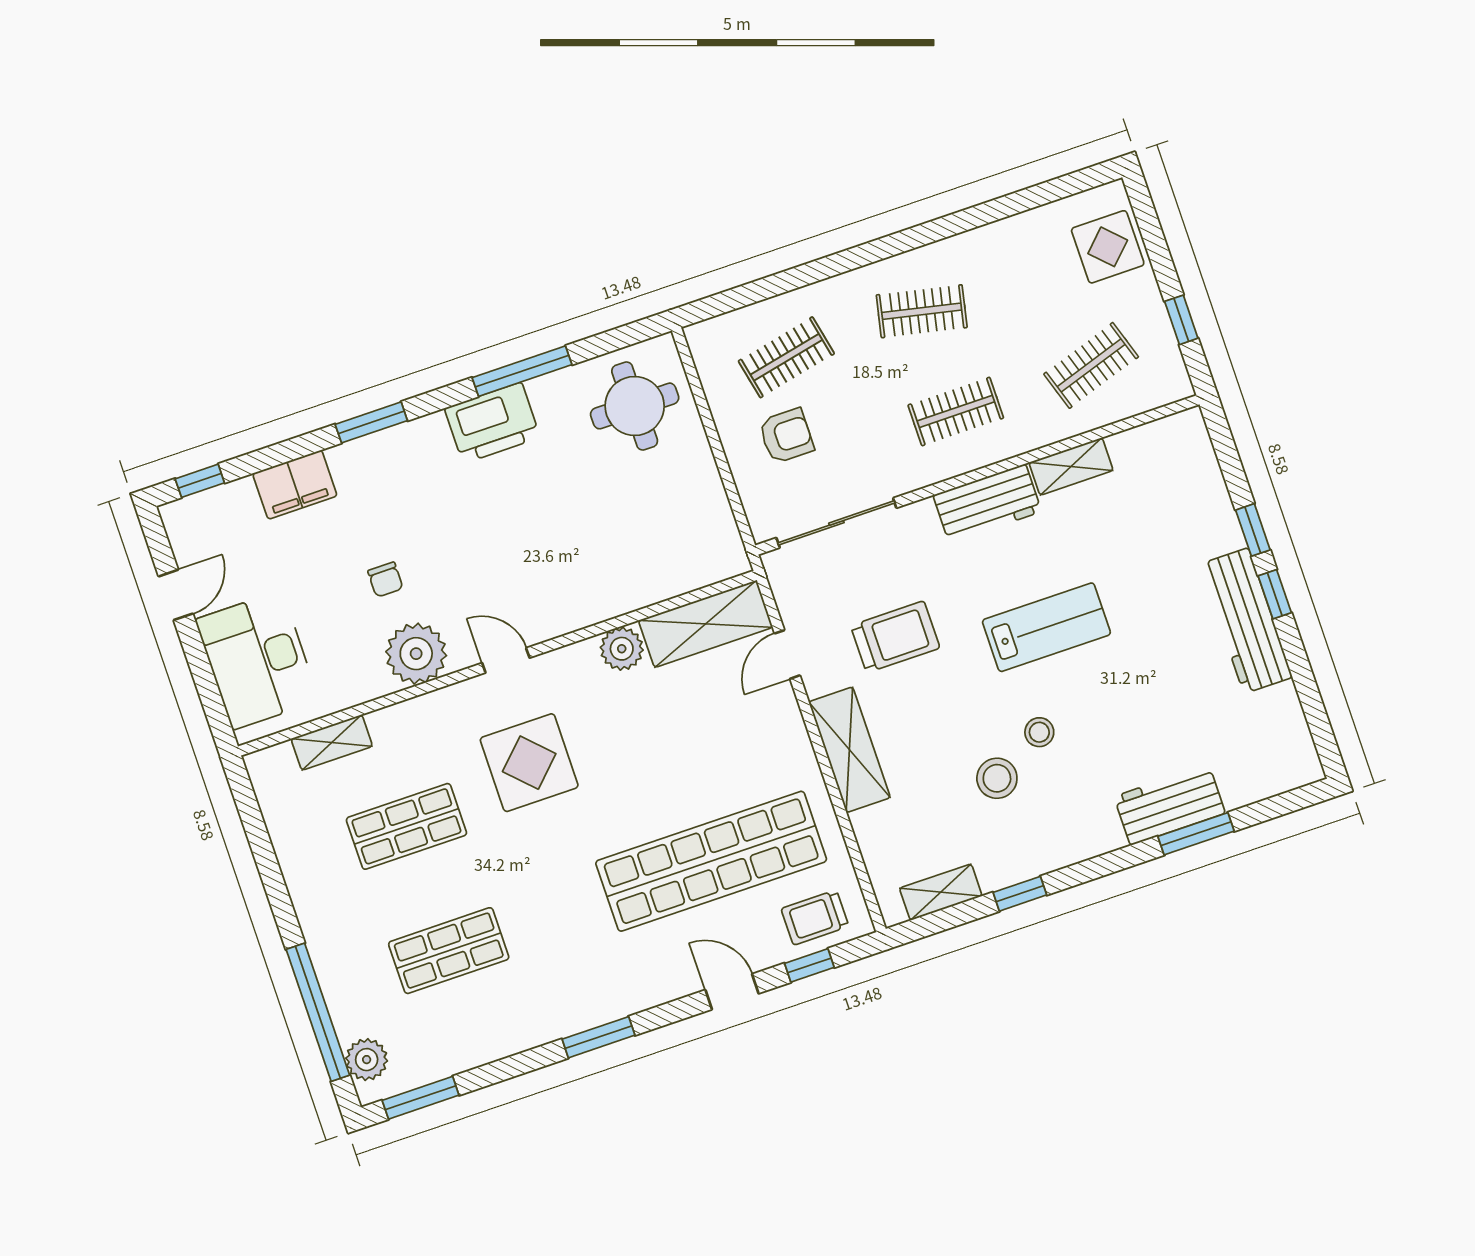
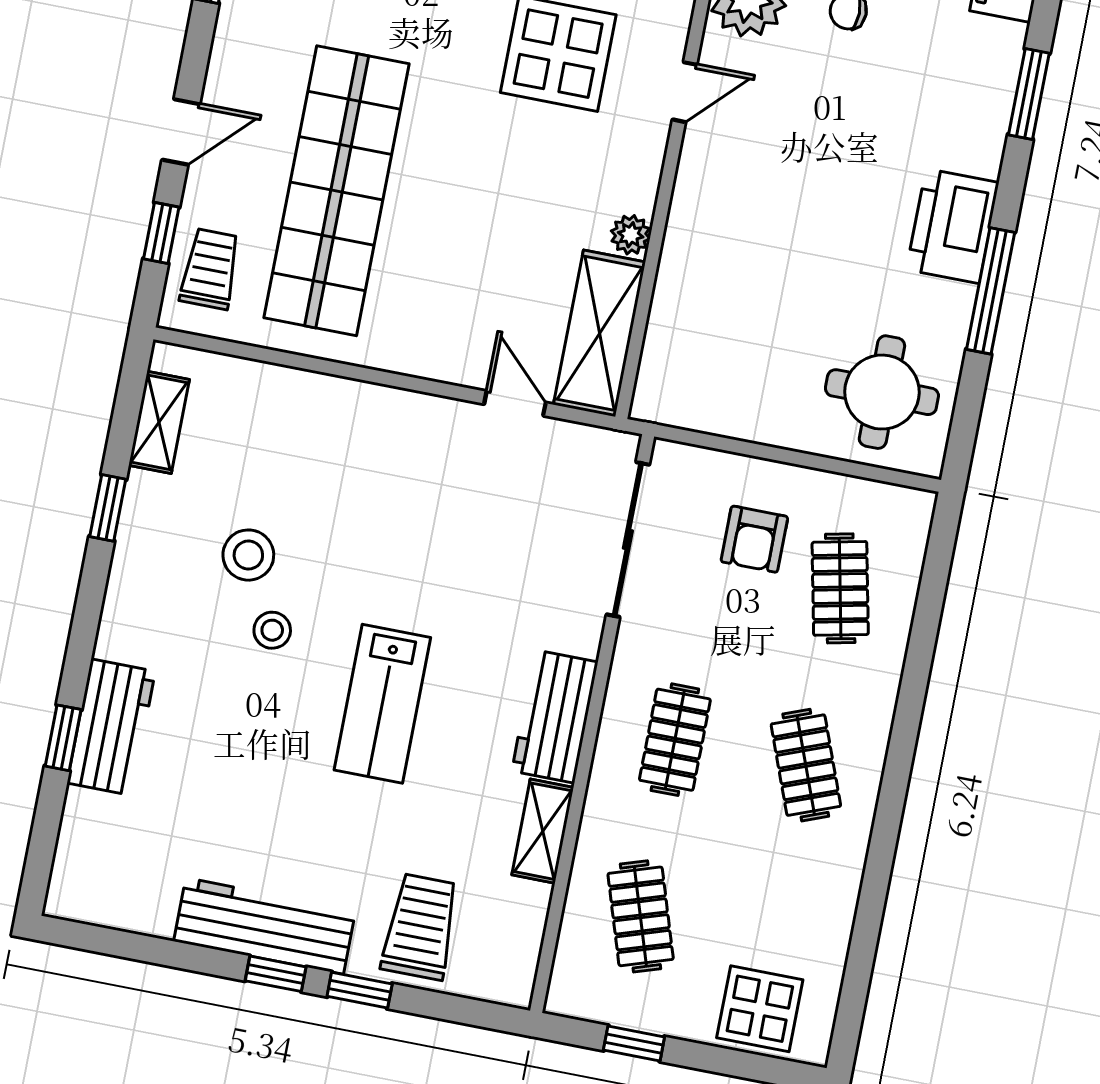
clothes rail: (922, 311) -> (806, 765), turned -33
trolley: (895, 637) -> (420, 927), moved, turned 180
plant: (622, 649) -> (631, 235), width x0.73, depth x0.73
shelving: (849, 750) -> (372, 412), removed
window: (1196, 834) -> (63, 738), width x0.67

